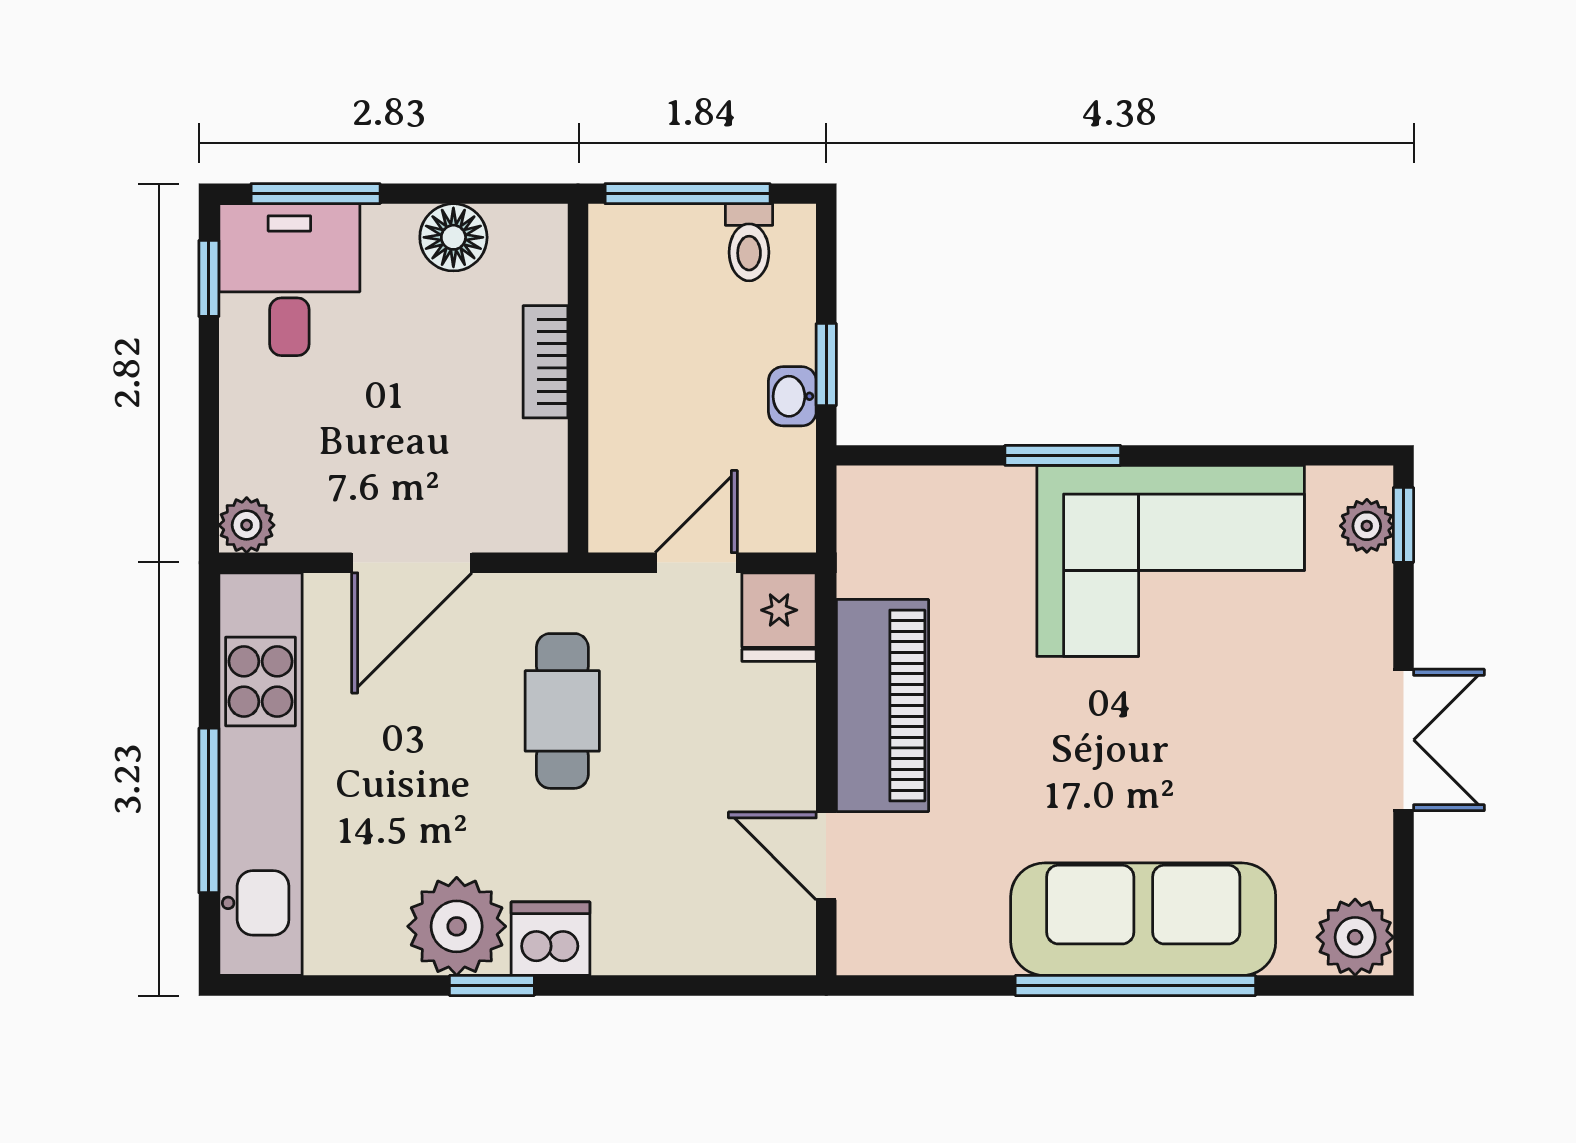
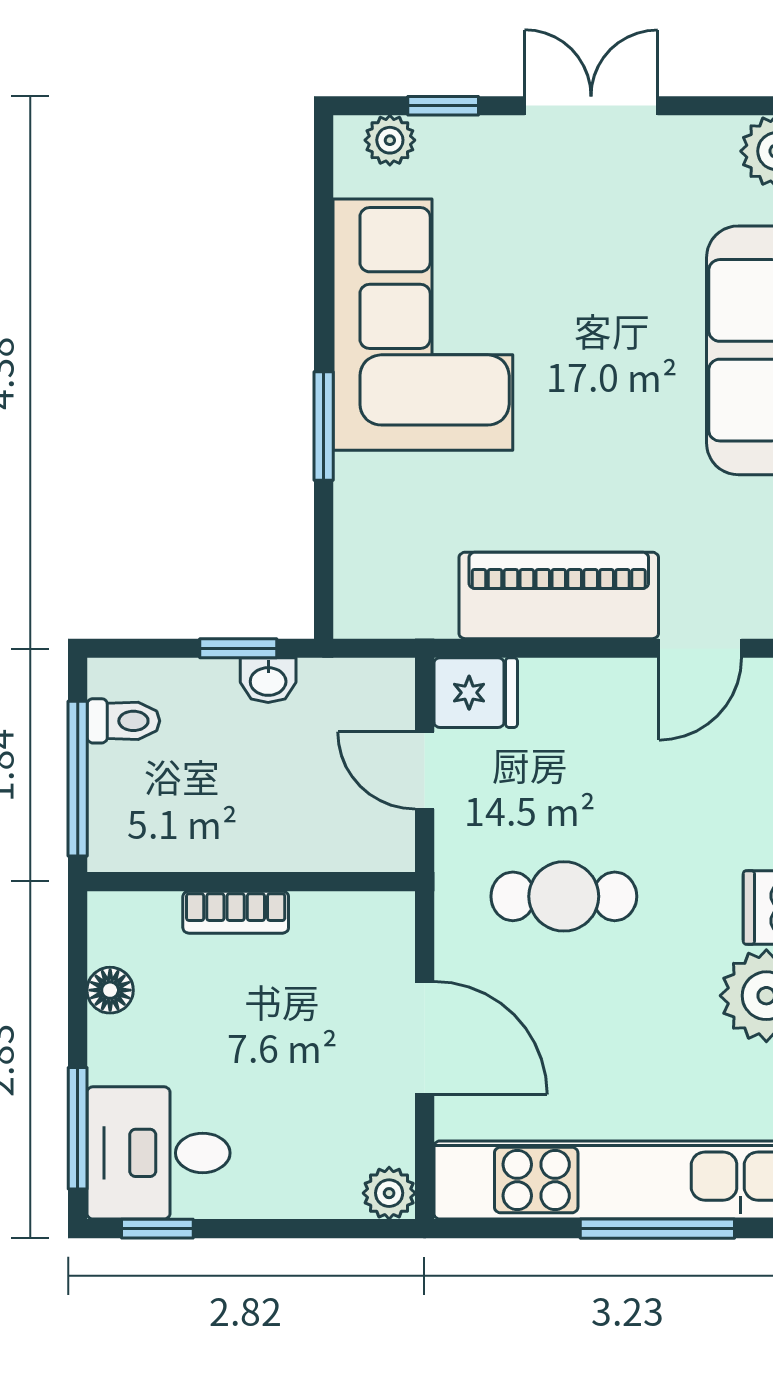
floor lamp: (453, 237) -> (110, 990), width x0.73, depth x0.73
window: (1403, 525) -> (443, 106), moved

